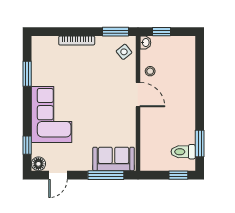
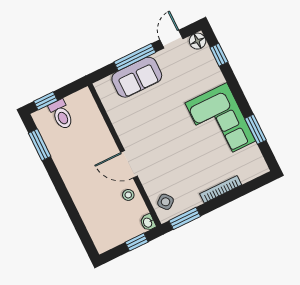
corner sofa: (52, 115) -> (220, 122), moved
toilet: (183, 152) -> (61, 114), moved, turned 90
sofa: (114, 159) -> (137, 77), moved
window: (106, 175) -> (135, 57), moved

